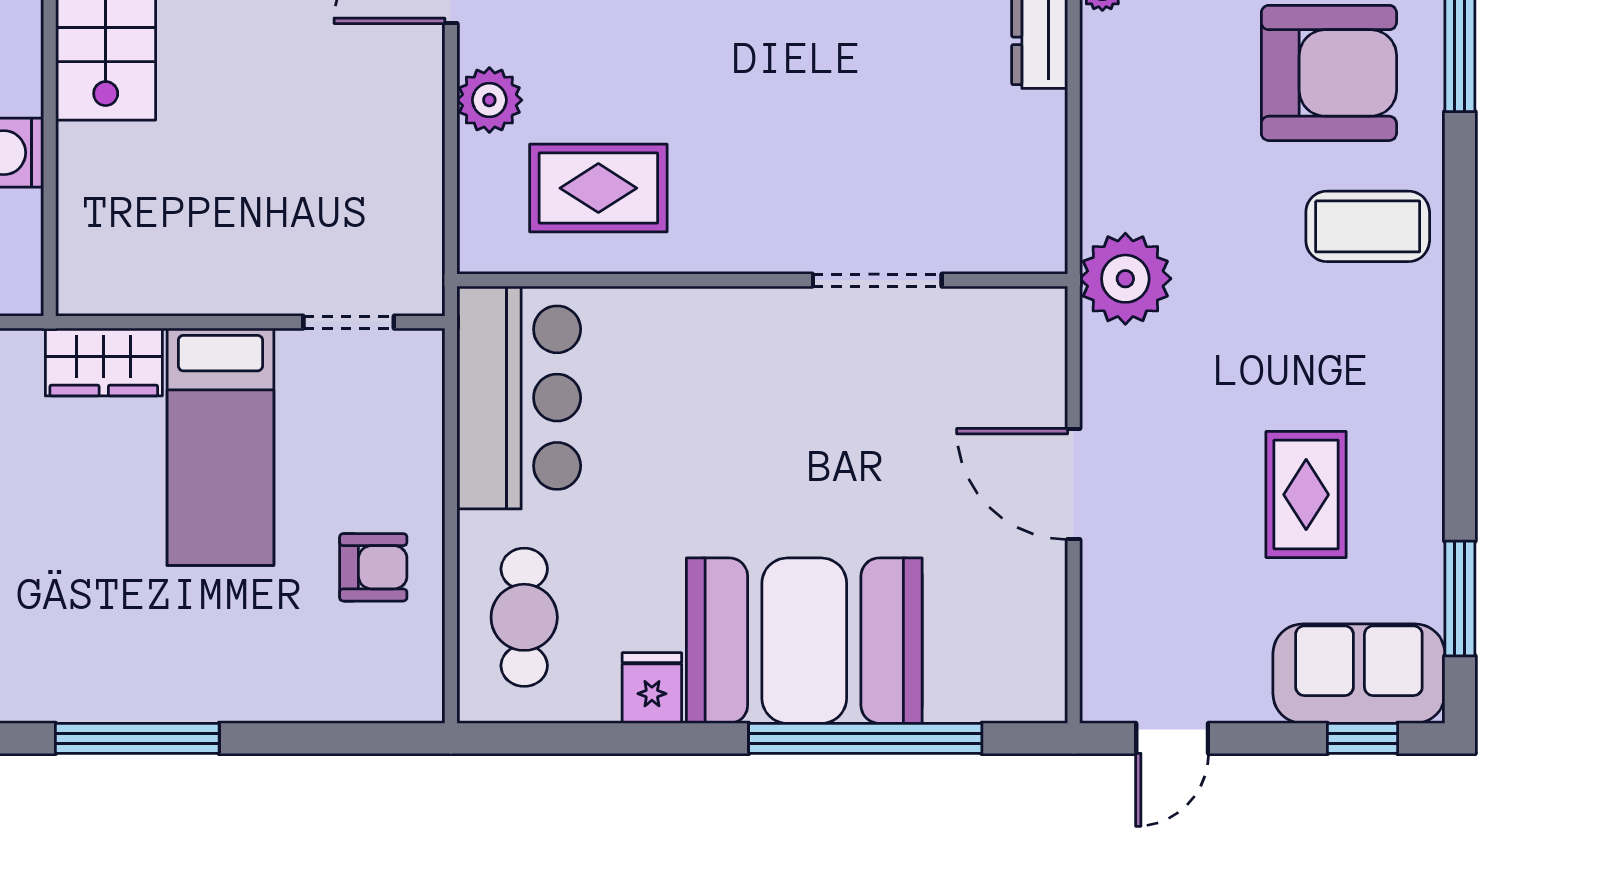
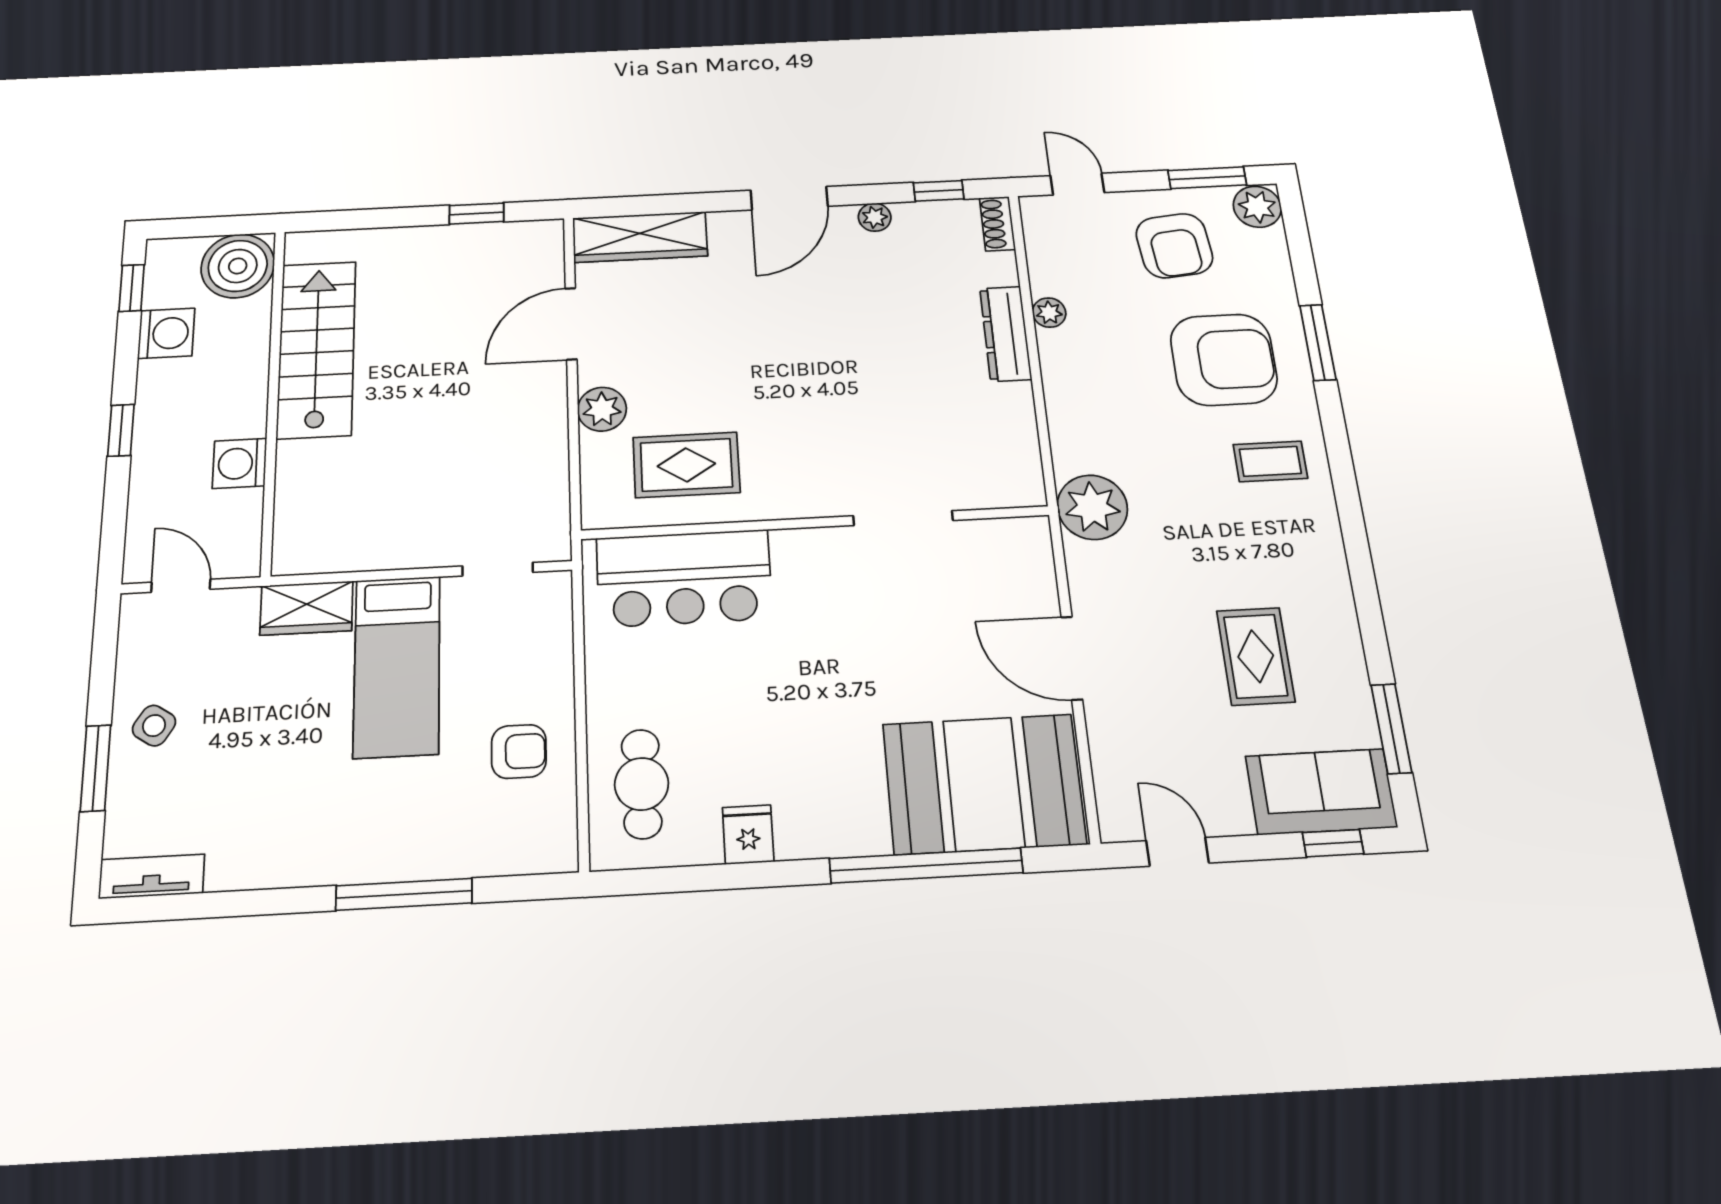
coffee table: (1368, 226) -> (1270, 461), width x0.73, depth x0.77
bar counter: (519, 398) -> (684, 578), moved, turned 90
booth: (804, 641) -> (984, 784), moved
window: (137, 738) -> (404, 894), moved
door: (1172, 738) -> (1177, 852), swing flipped

